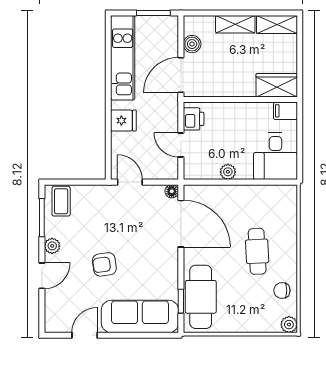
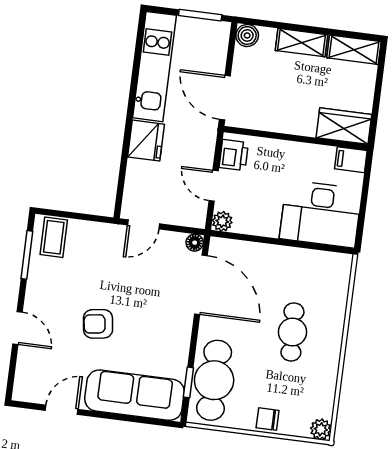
boiler: (192, 44) -> (247, 35), moved
door: (181, 75) -> (225, 98), hinge flipped
fridge: (123, 121) -> (146, 141), width x1.38
desk: (275, 156) -> (321, 214), width x1.37
plant: (228, 172) -> (222, 221), moved
door: (130, 182) -> (144, 224), swing flipped
plant: (52, 246) -> (35, 292), removed
door: (42, 276) -> (18, 328), hinge flipped
chair: (282, 290) -> (268, 419), moved

